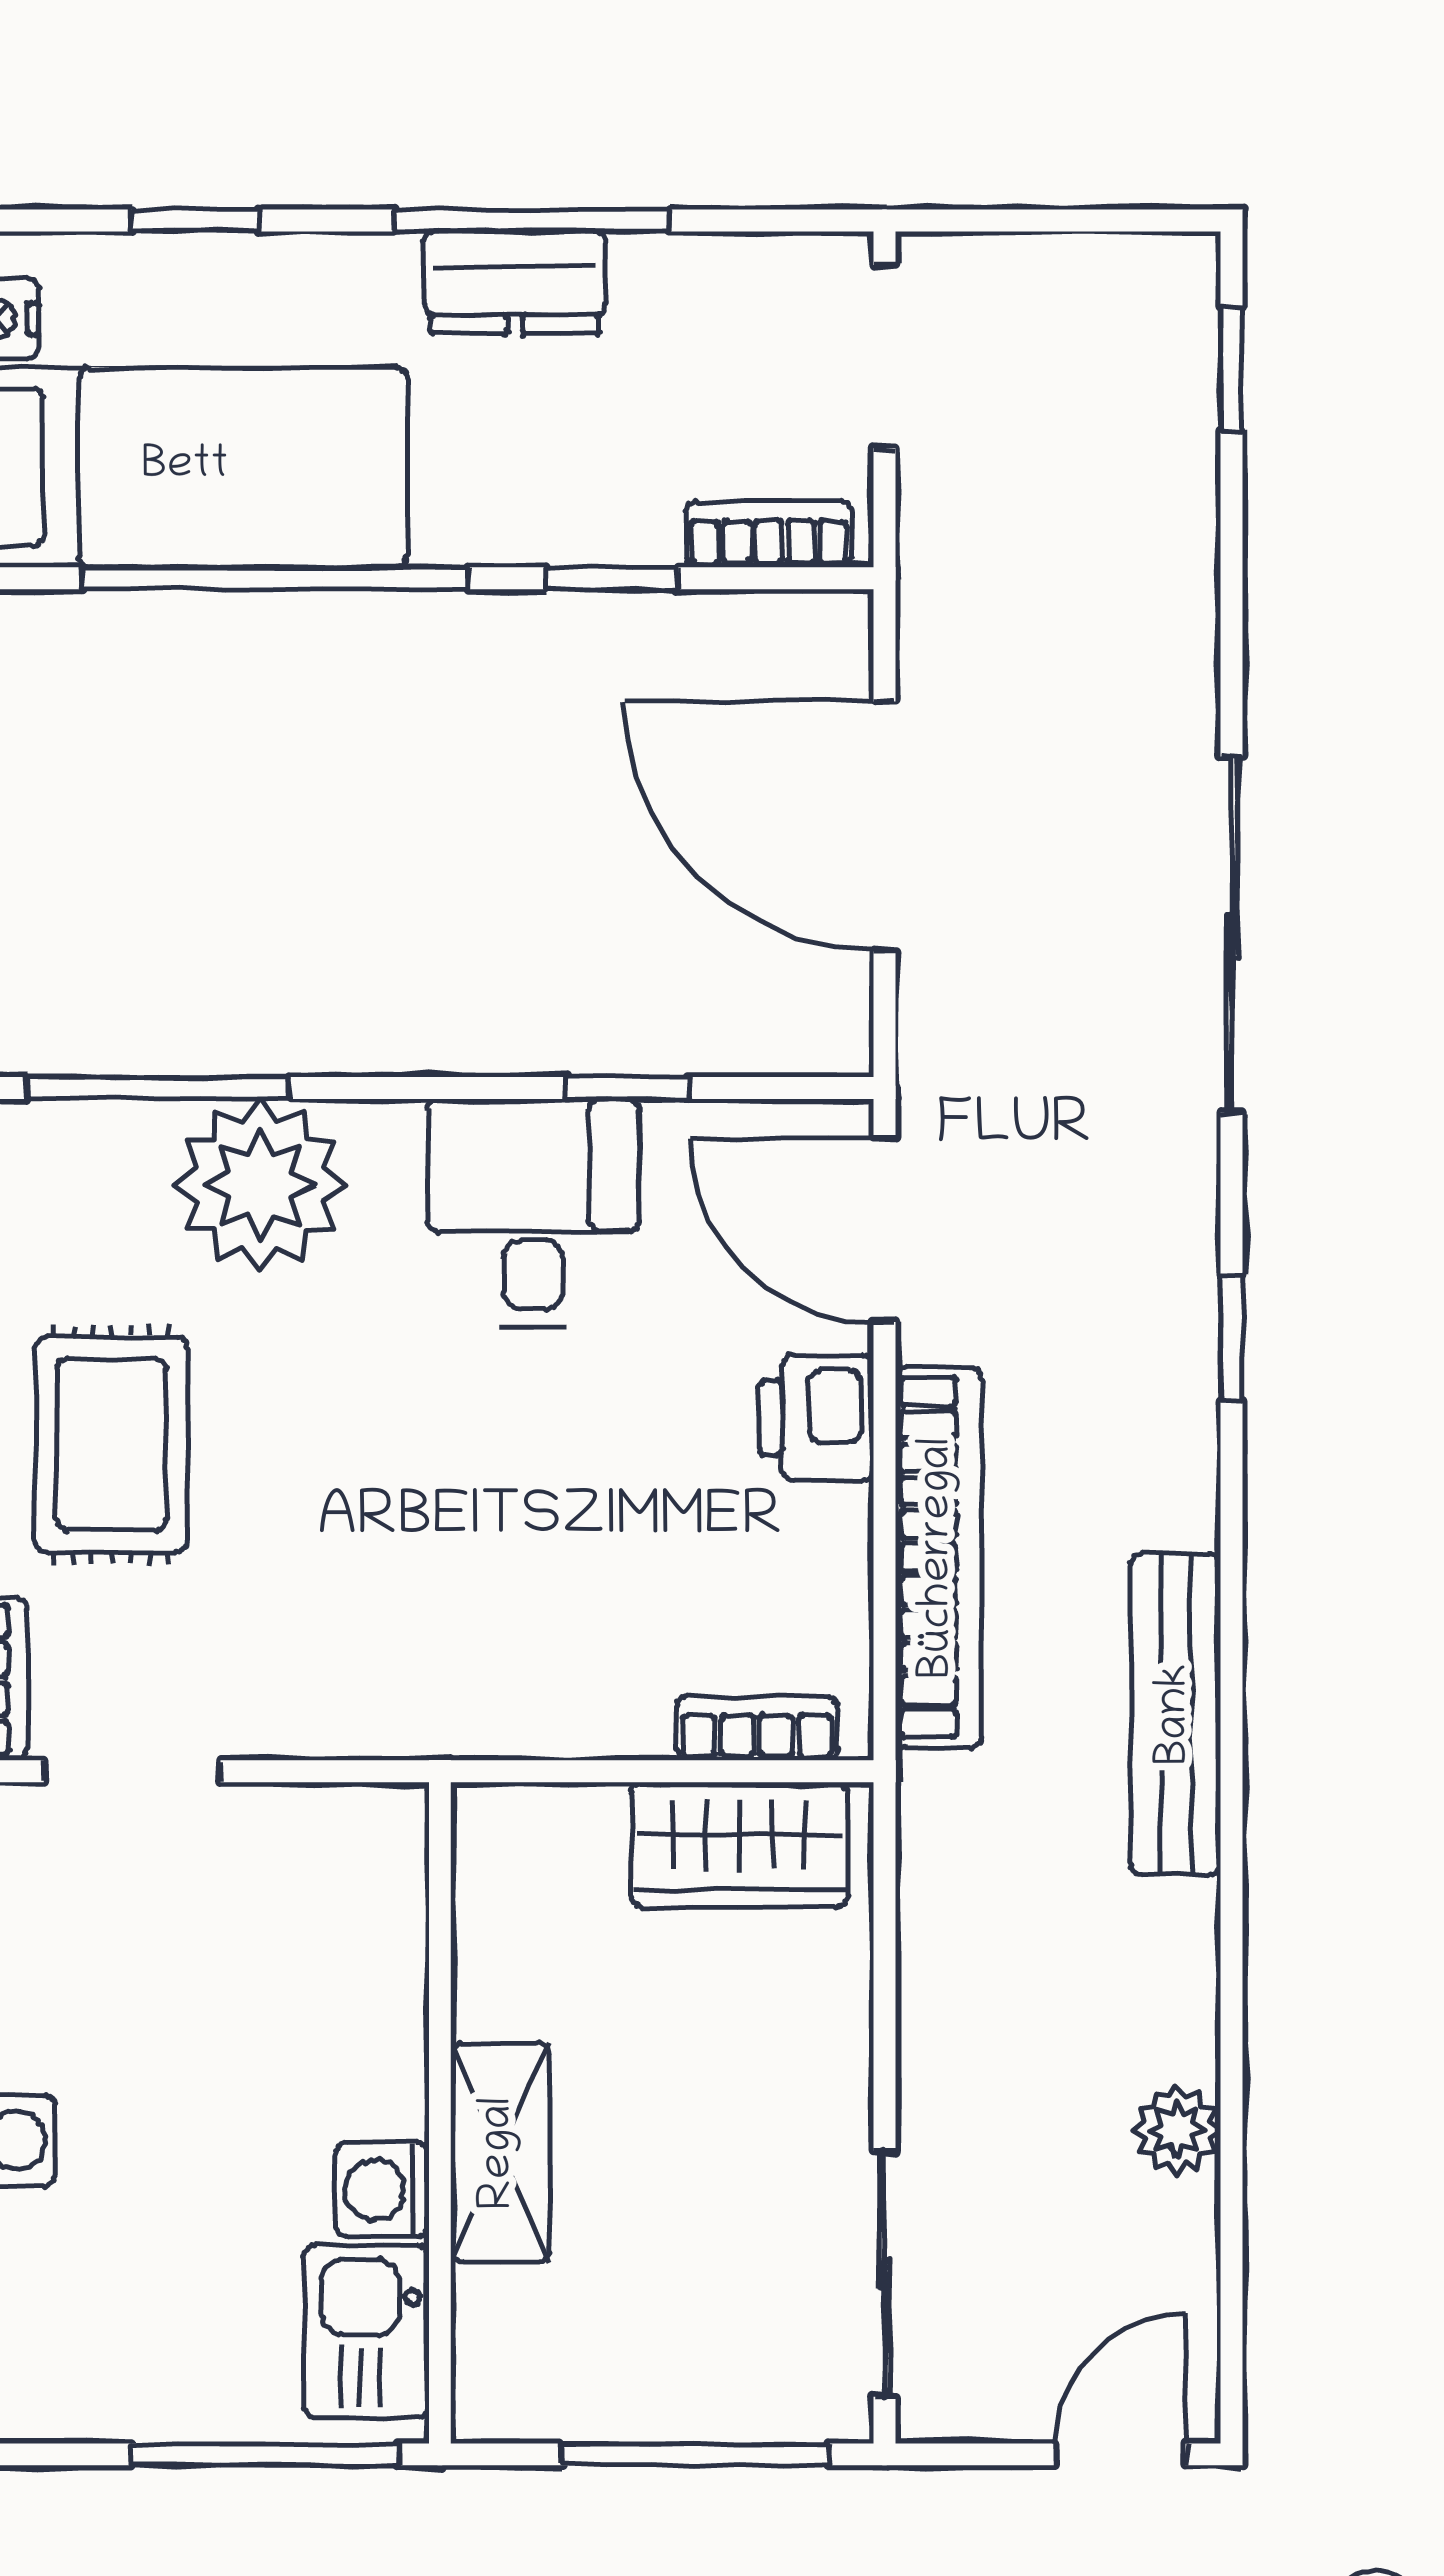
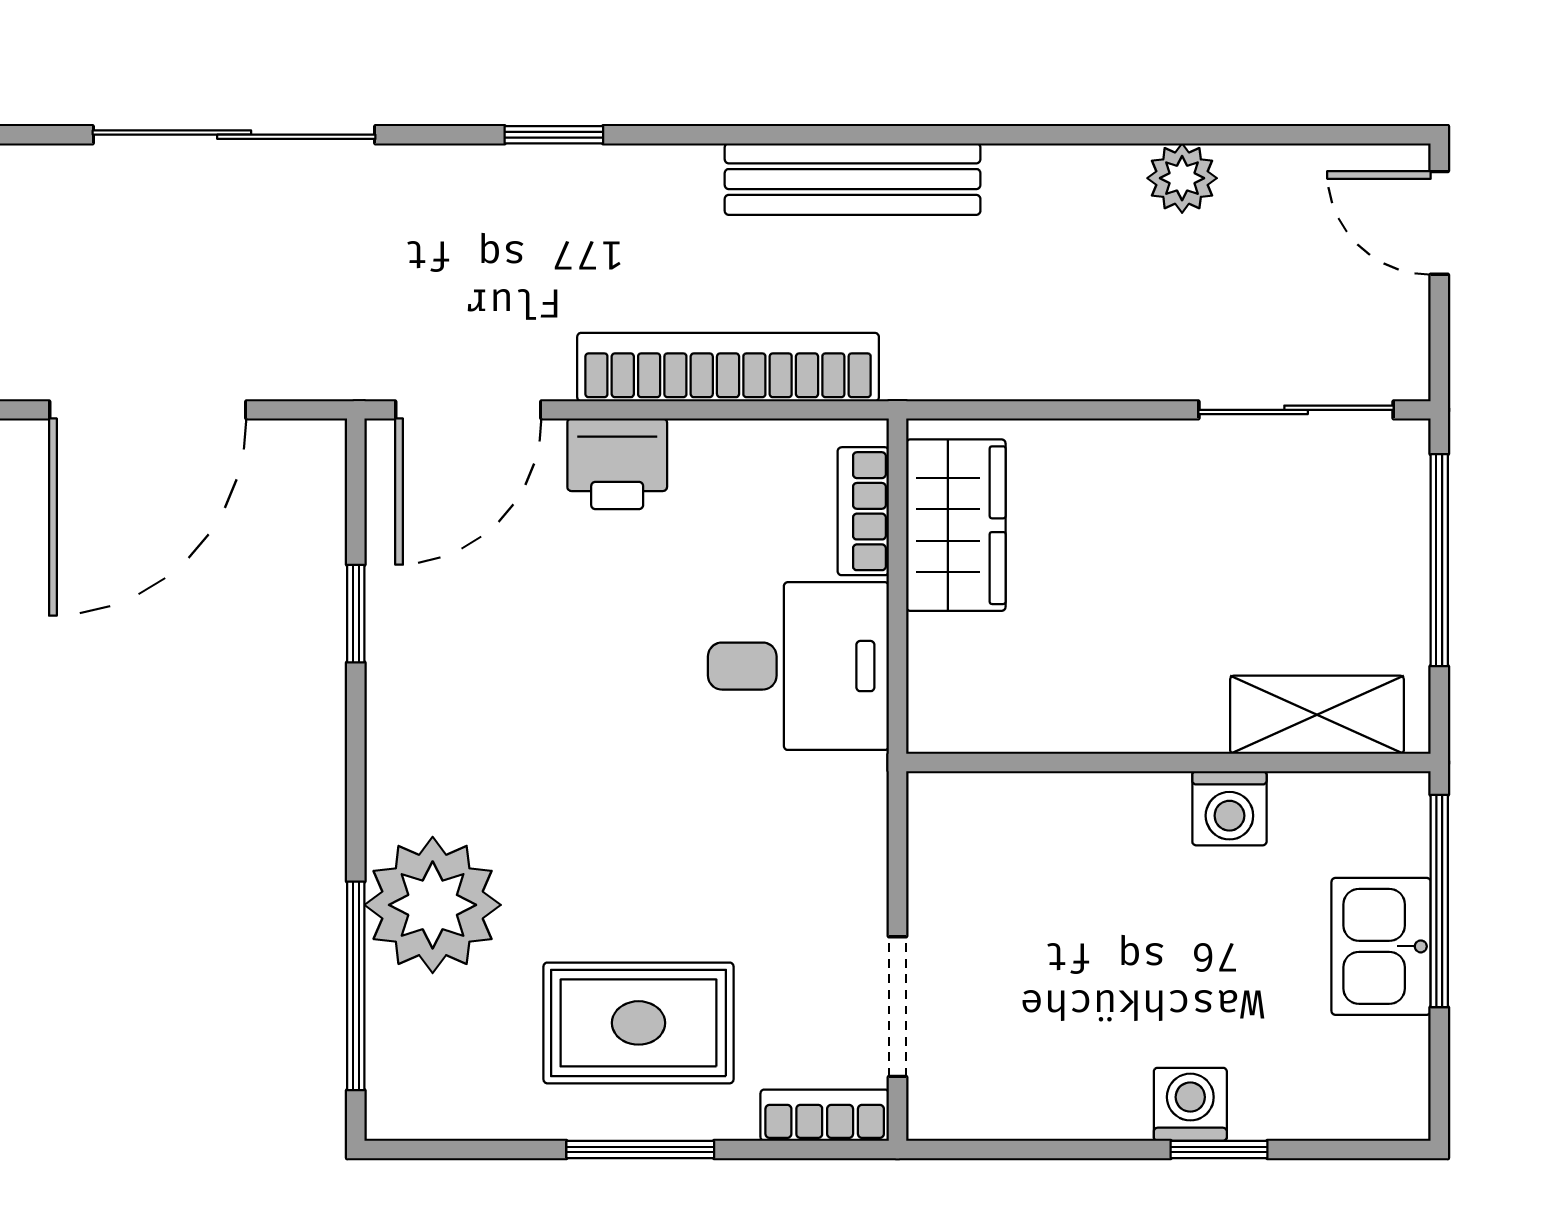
desk: (534, 1213) -> (798, 666), moved, turned 180
shelving: (500, 2153) -> (1317, 715), moved
kitchen sink: (366, 2332) -> (1381, 946), moved, turned 90

